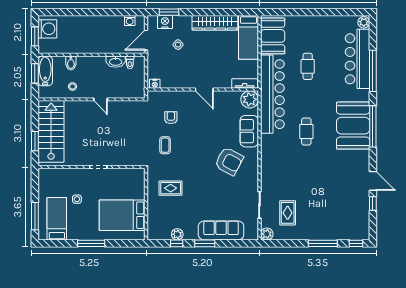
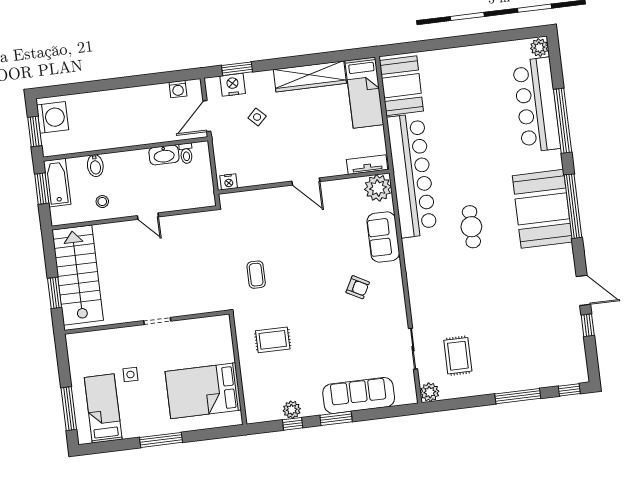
cafe table: (308, 66) -> (461, 126), removed
armchair: (171, 118) -> (260, 231), removed
armchair: (229, 161) -> (358, 287), width x0.53, depth x0.53

